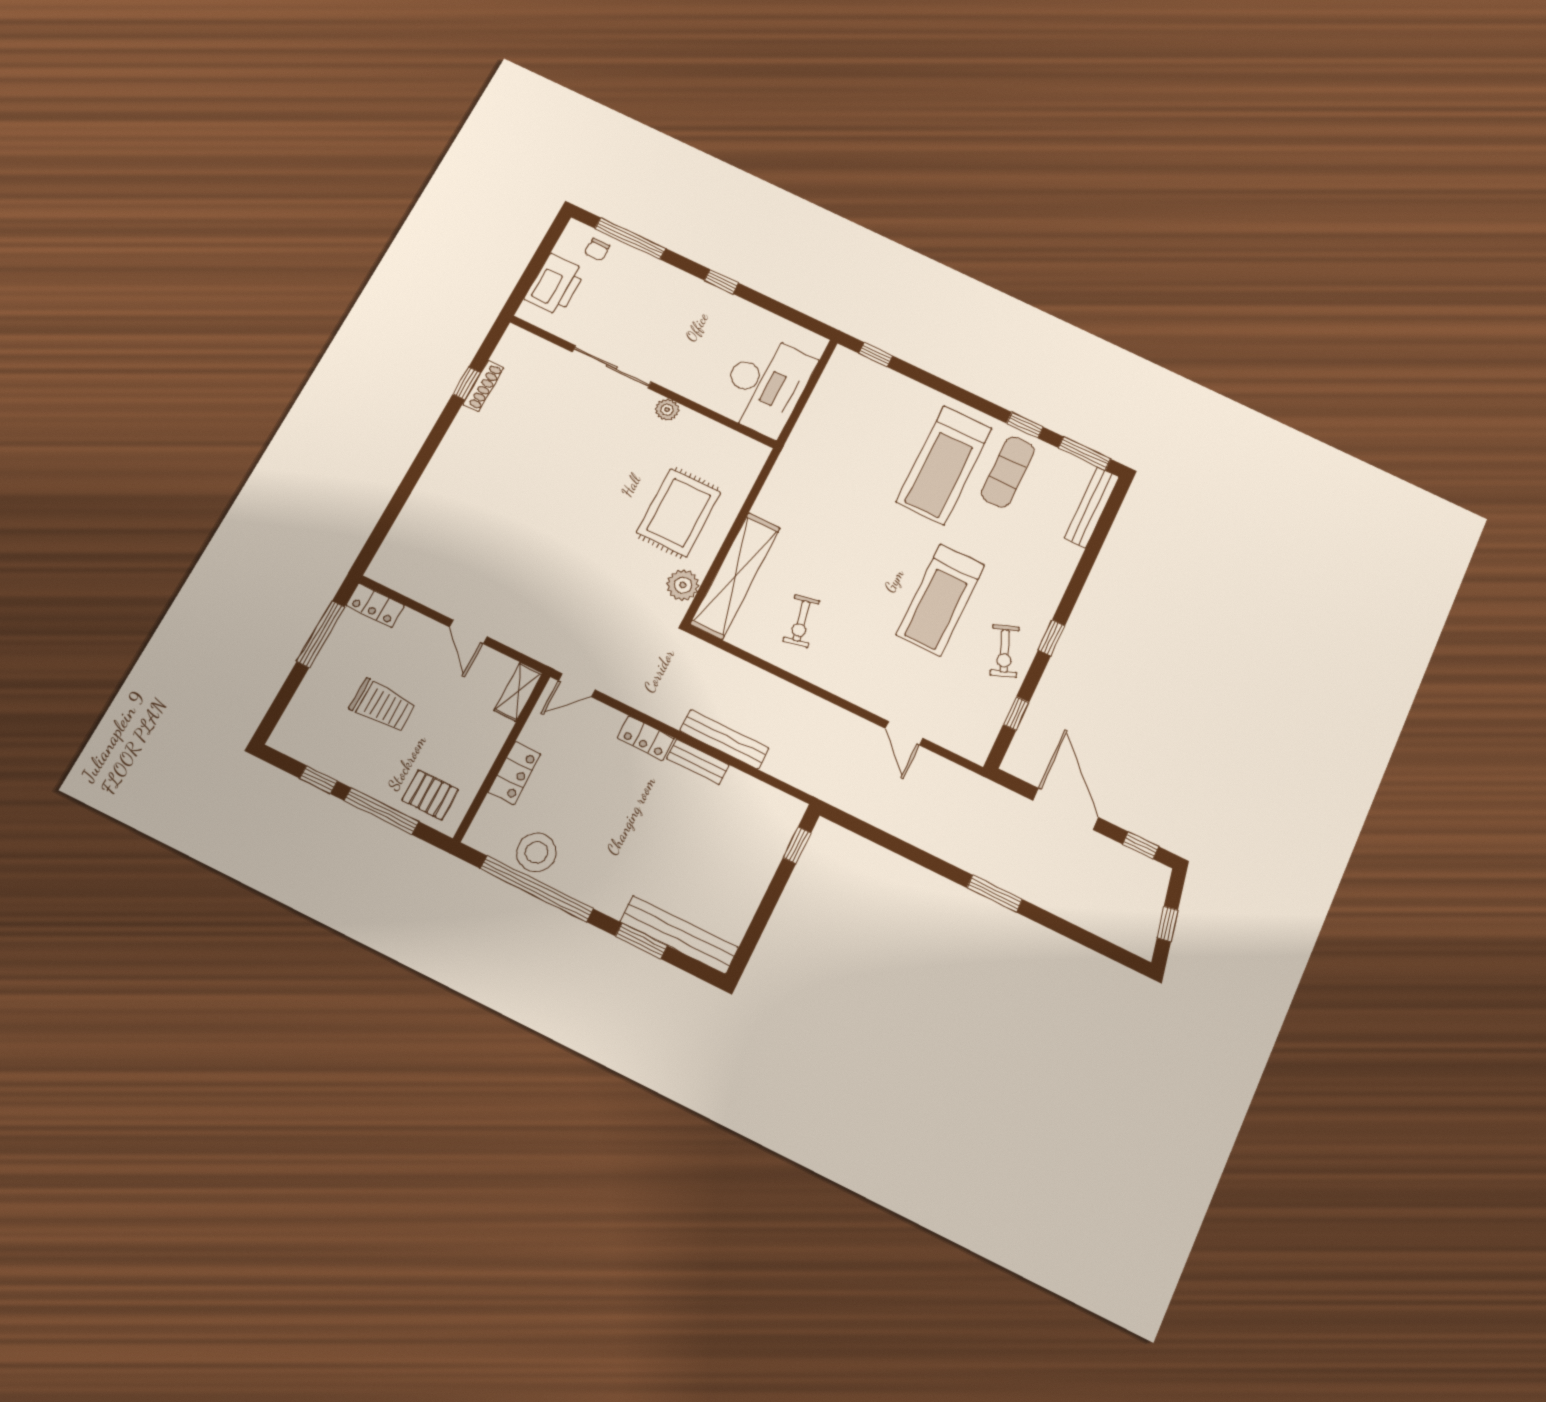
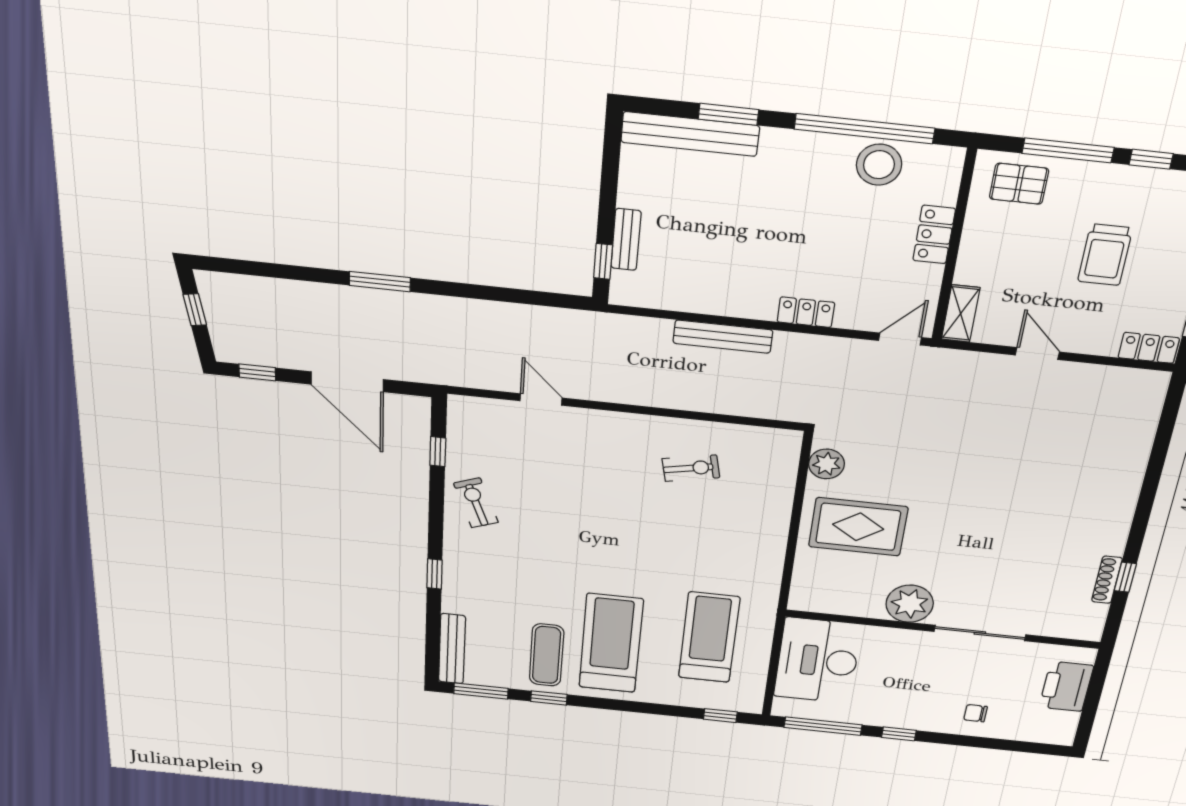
window: (630, 238) -> (823, 726), moved
chair: (597, 250) -> (976, 713), moved, turned -90
plant: (667, 410) -> (910, 604), width x1.87, depth x1.87
rug: (679, 513) -> (858, 527), turned 90
shelving: (735, 576) -> (776, 488), removed
treadmill: (940, 600) -> (709, 637), moved
exercise bike: (801, 621) -> (691, 468), turned 90
window: (1051, 638) -> (434, 574), moved
trolley: (383, 705) -> (1105, 255), turned -90
bench: (698, 762) -> (626, 239), moved, turned 90

